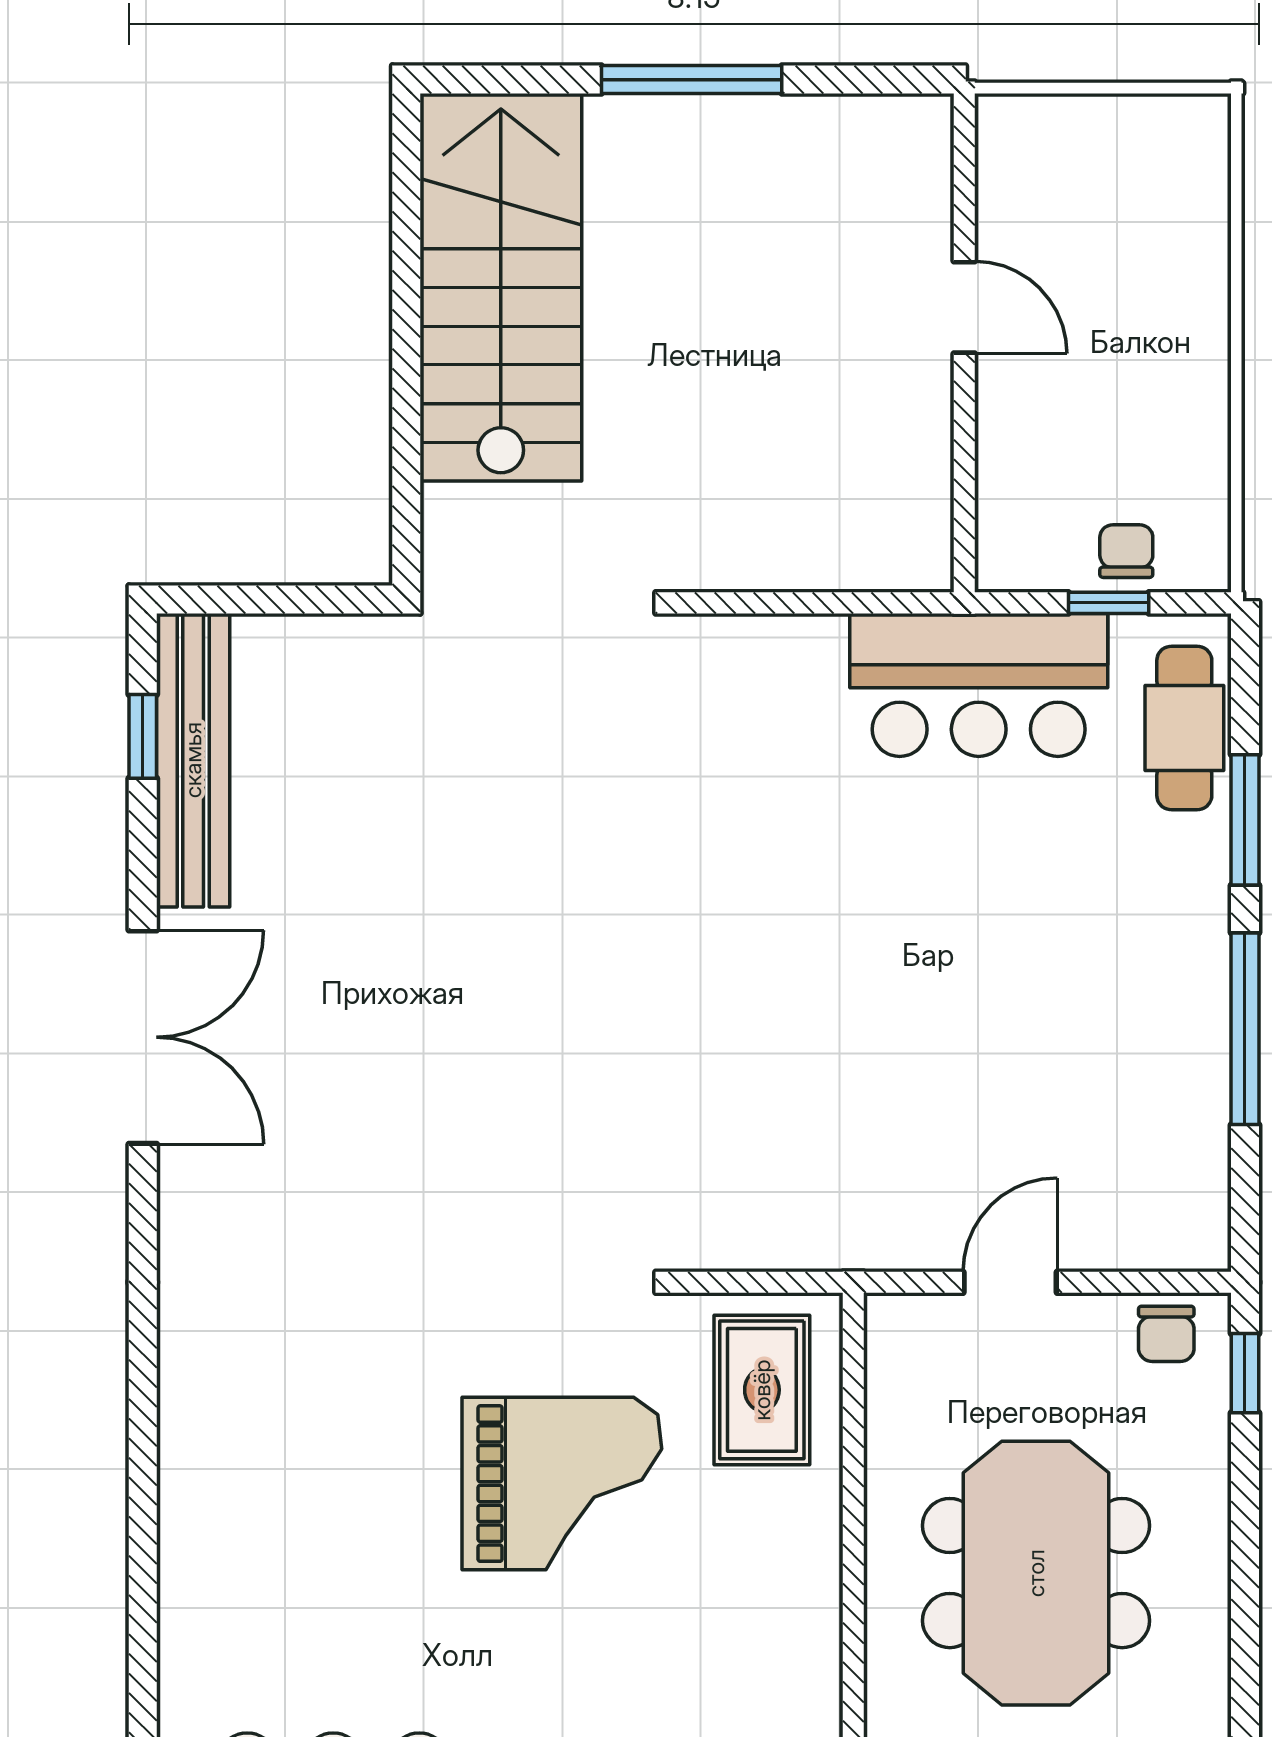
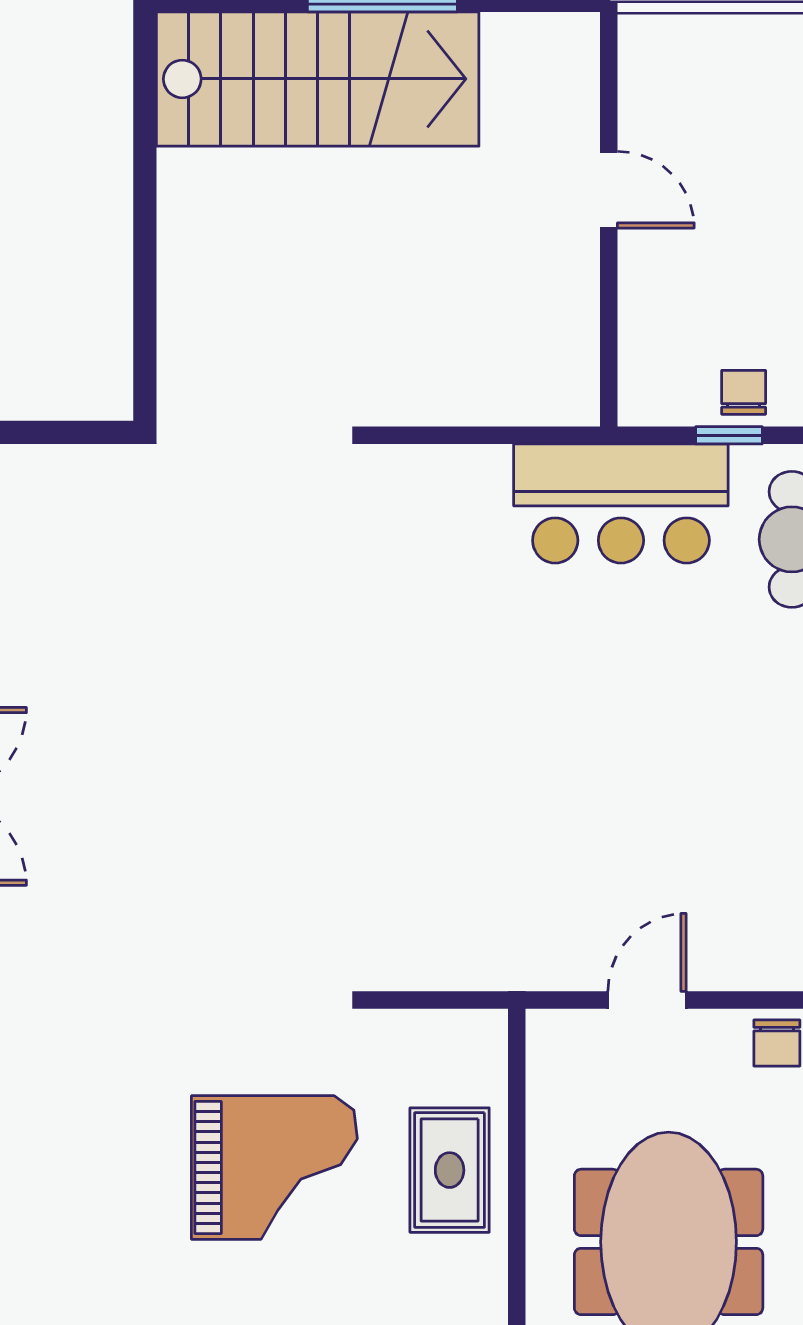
stairs: (501, 287) -> (318, 79), moved, turned 90
rug: (762, 1390) -> (450, 1170), moved

